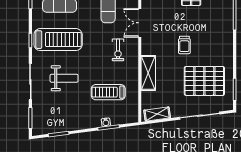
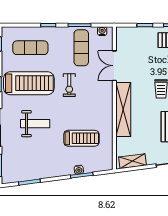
exercise bike: (118, 50) -> (69, 85), moved
shelving: (148, 73) -> (123, 110), width x1.47
treadmill: (108, 92) -> (81, 138), turned 180

